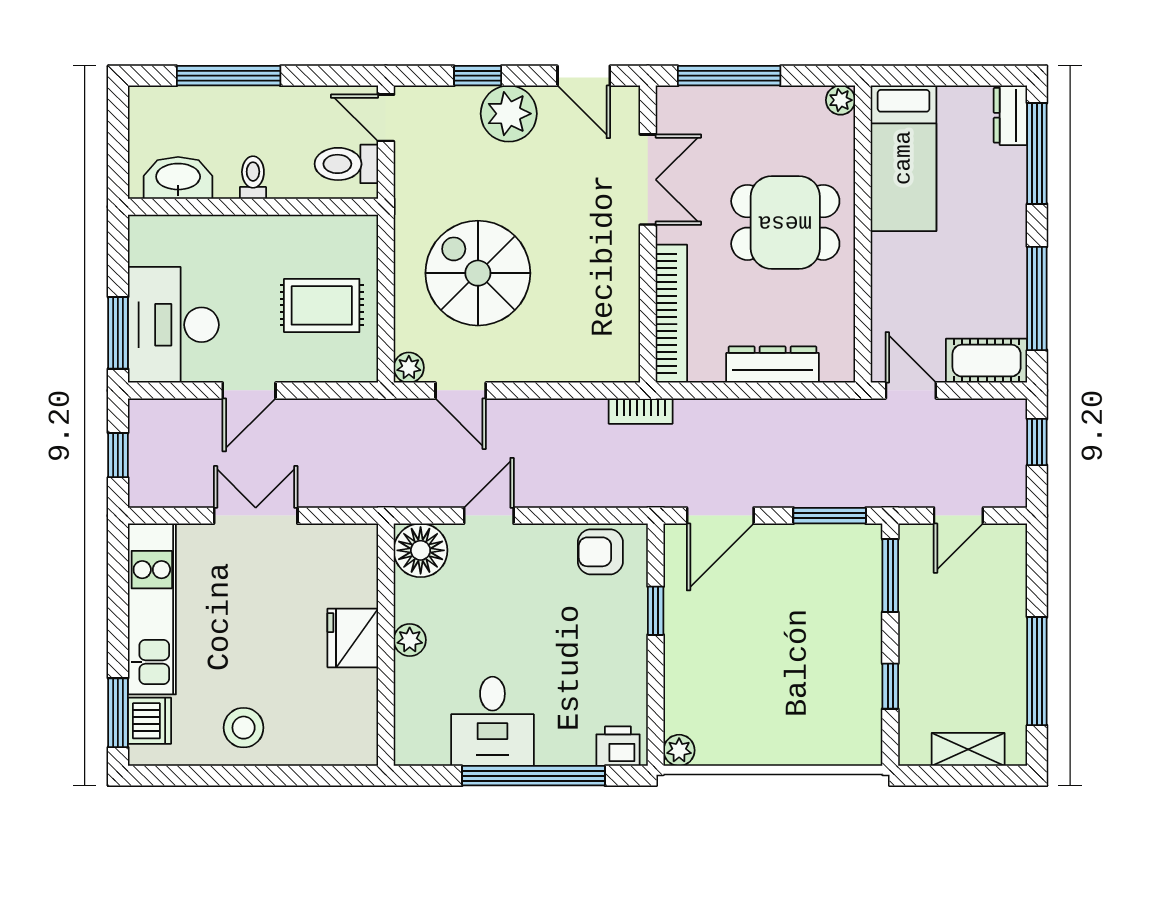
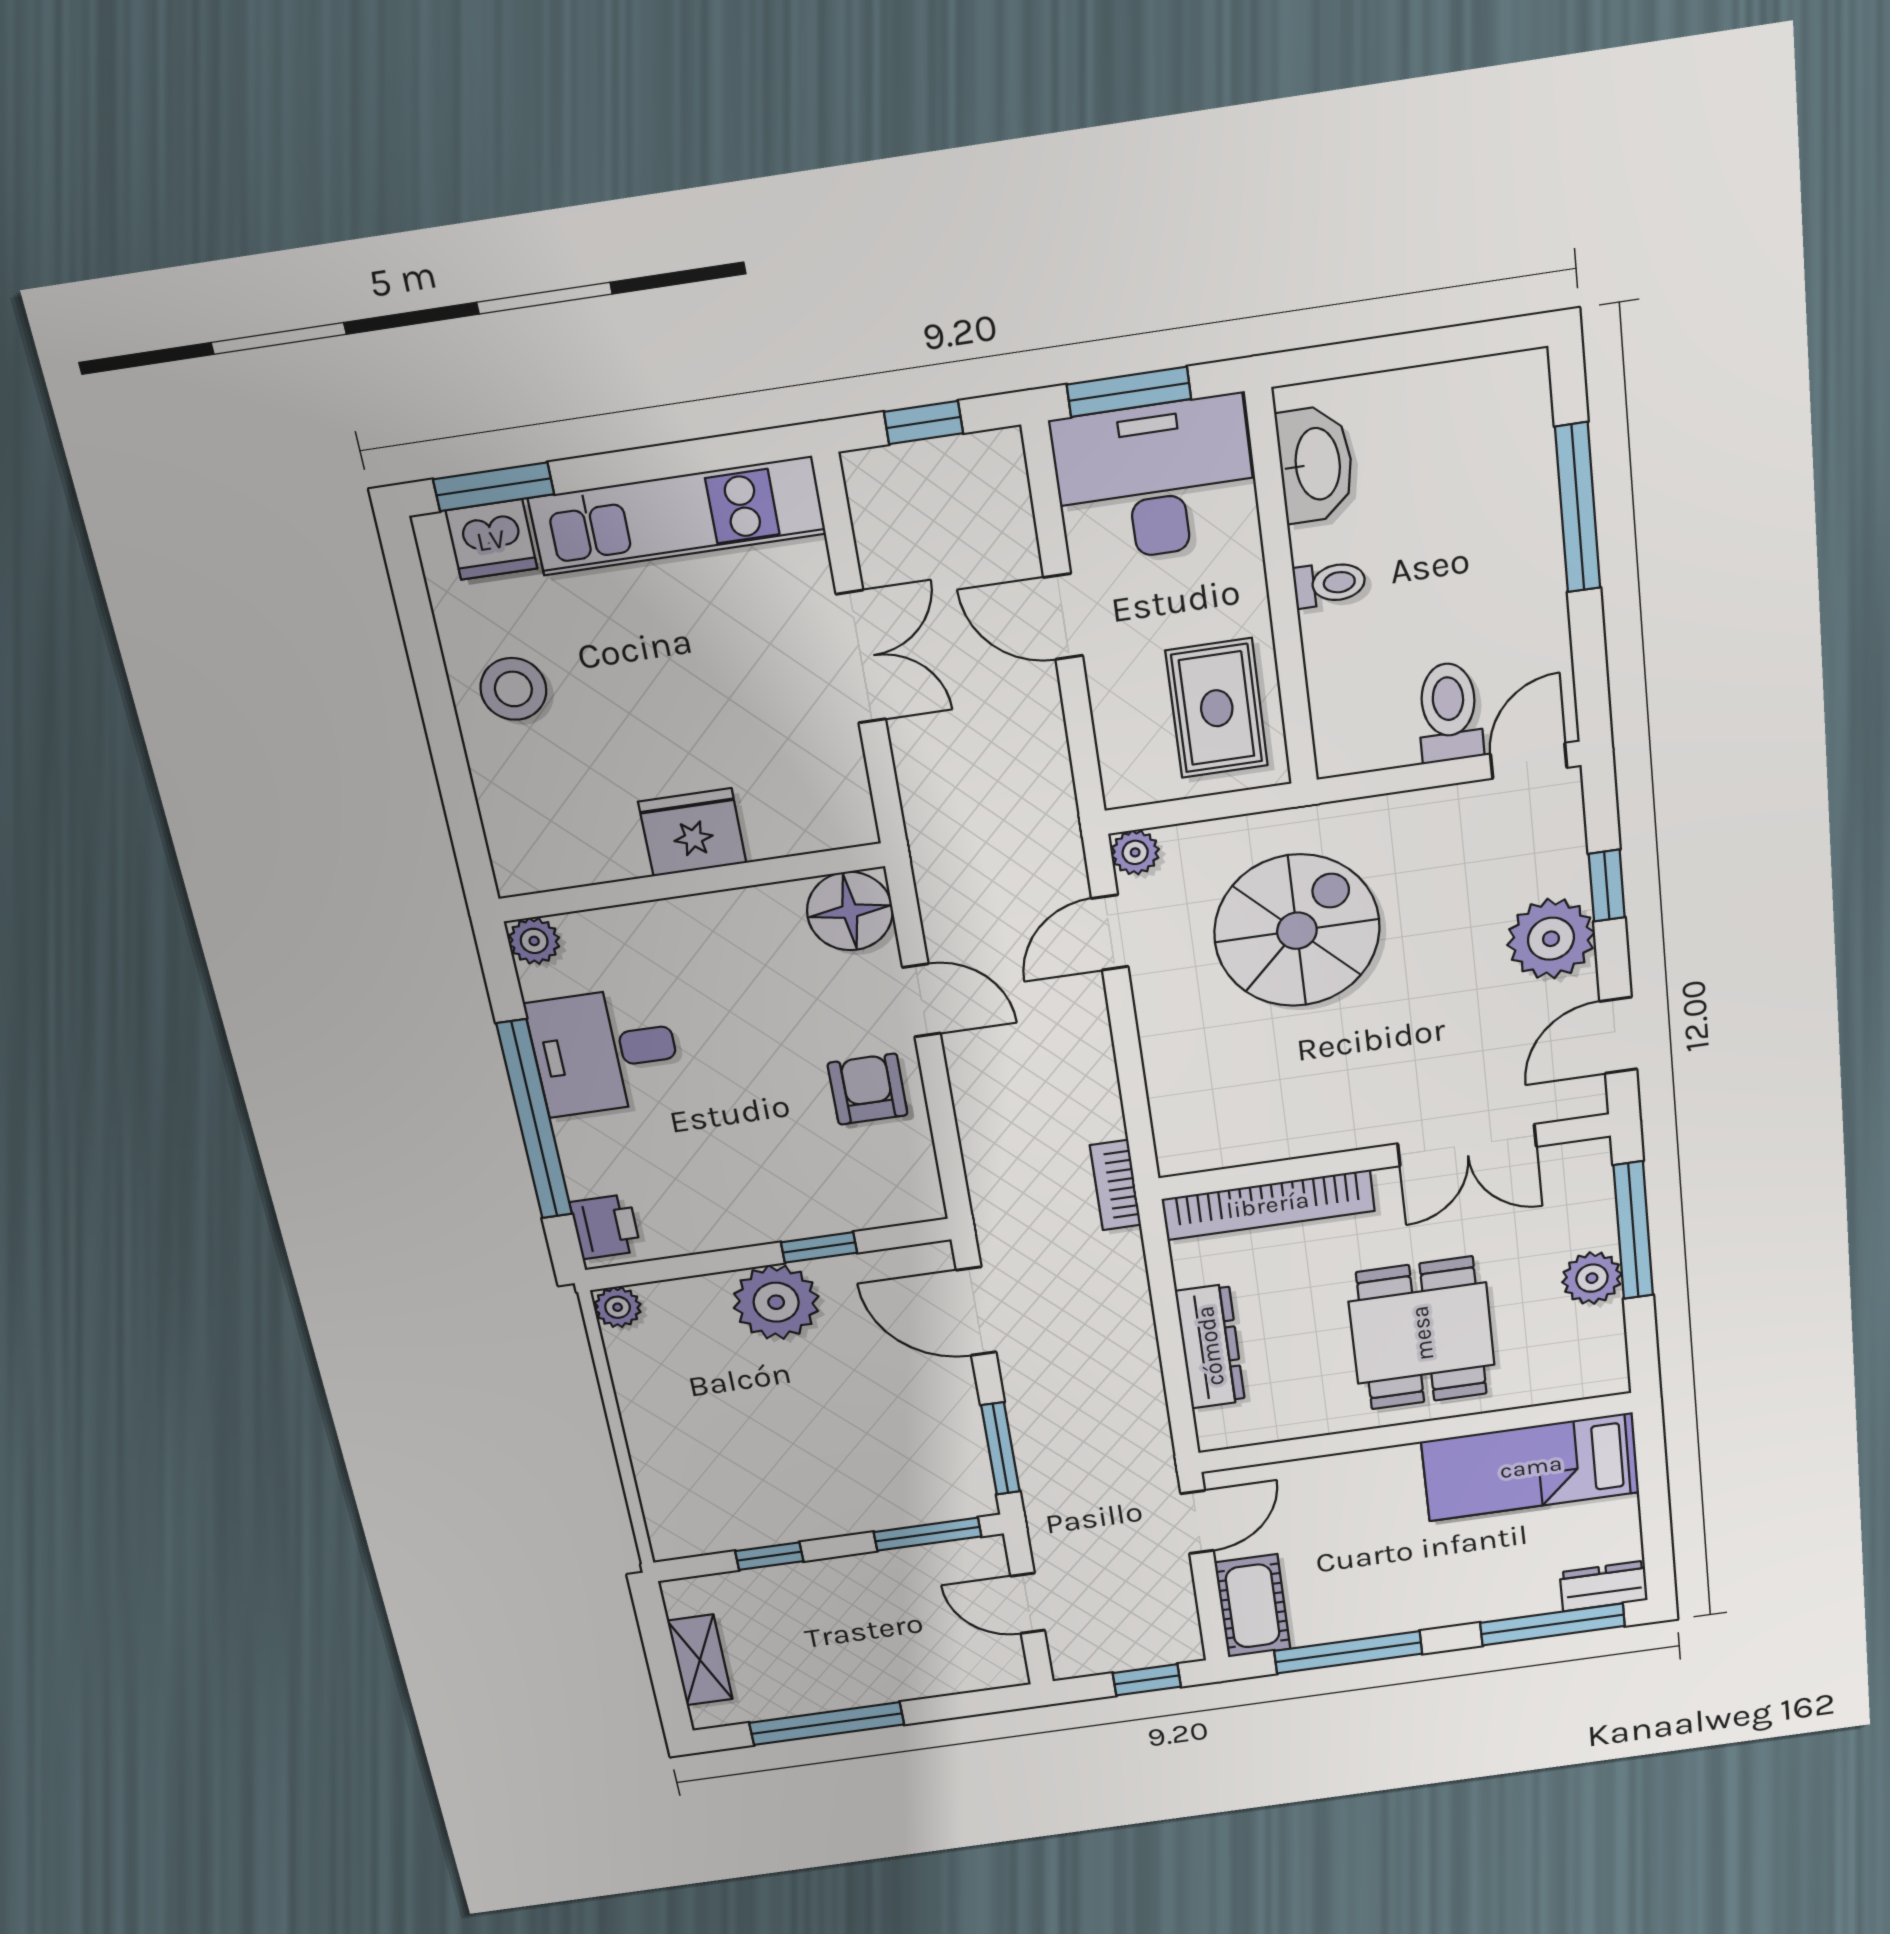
plant: (840, 100) -> (1592, 1278), moved, width x1.38, depth x1.38
washbasin: (178, 178) -> (1316, 464), moved
toilet: (253, 178) -> (1329, 584), moved
wall: (253, 207) -> (1282, 591), moved
armchair: (600, 552) -> (868, 1089), moved
plant: (410, 640) -> (534, 941), moved
plant: (692, 646) -> (776, 1302), added

